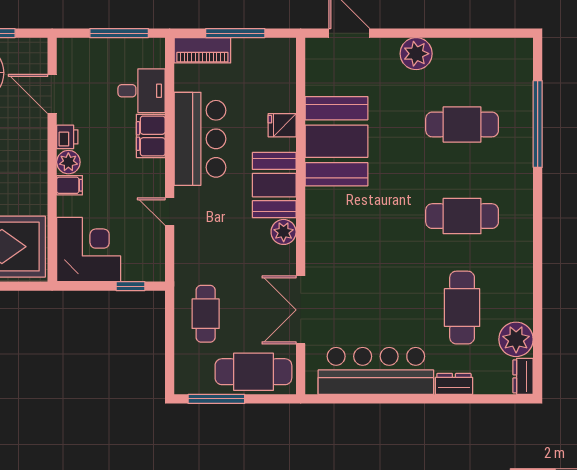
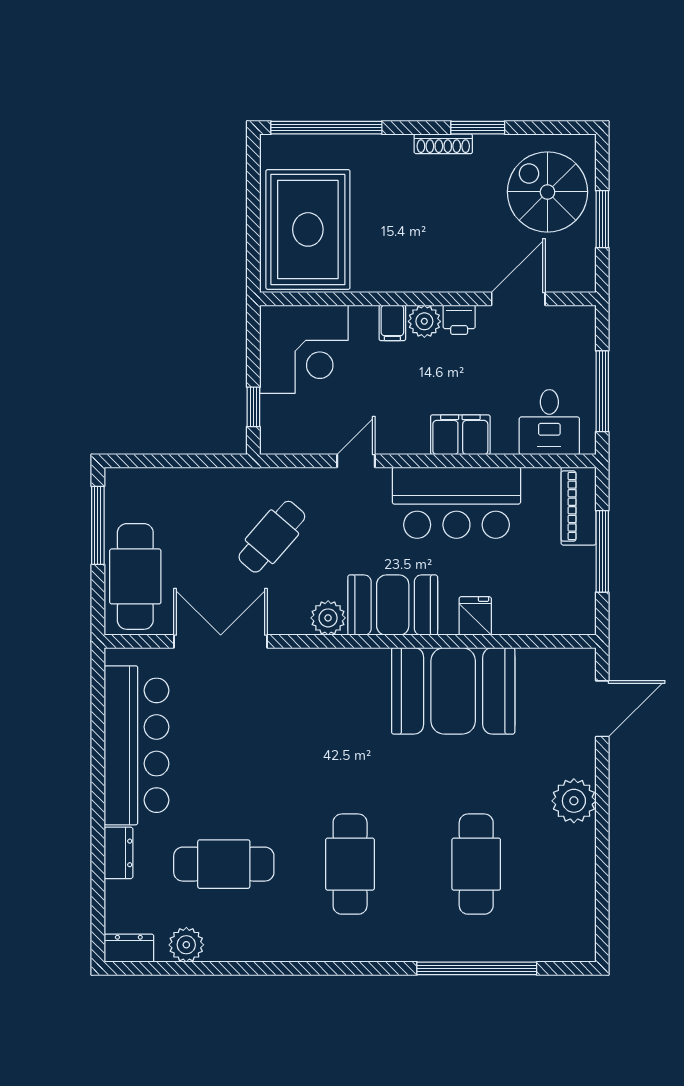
desk: (142, 91) -> (549, 422), moved
cafe table: (206, 314) -> (272, 537), moved, turned -49
plant: (516, 339) -> (186, 945), width x0.73, depth x0.73

